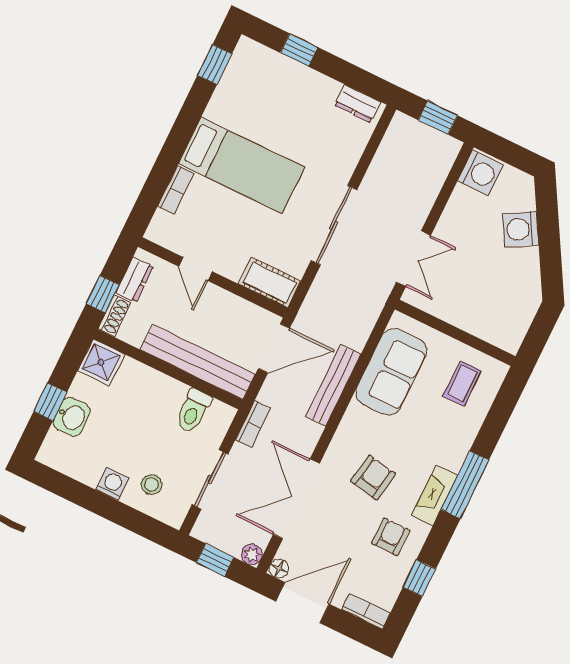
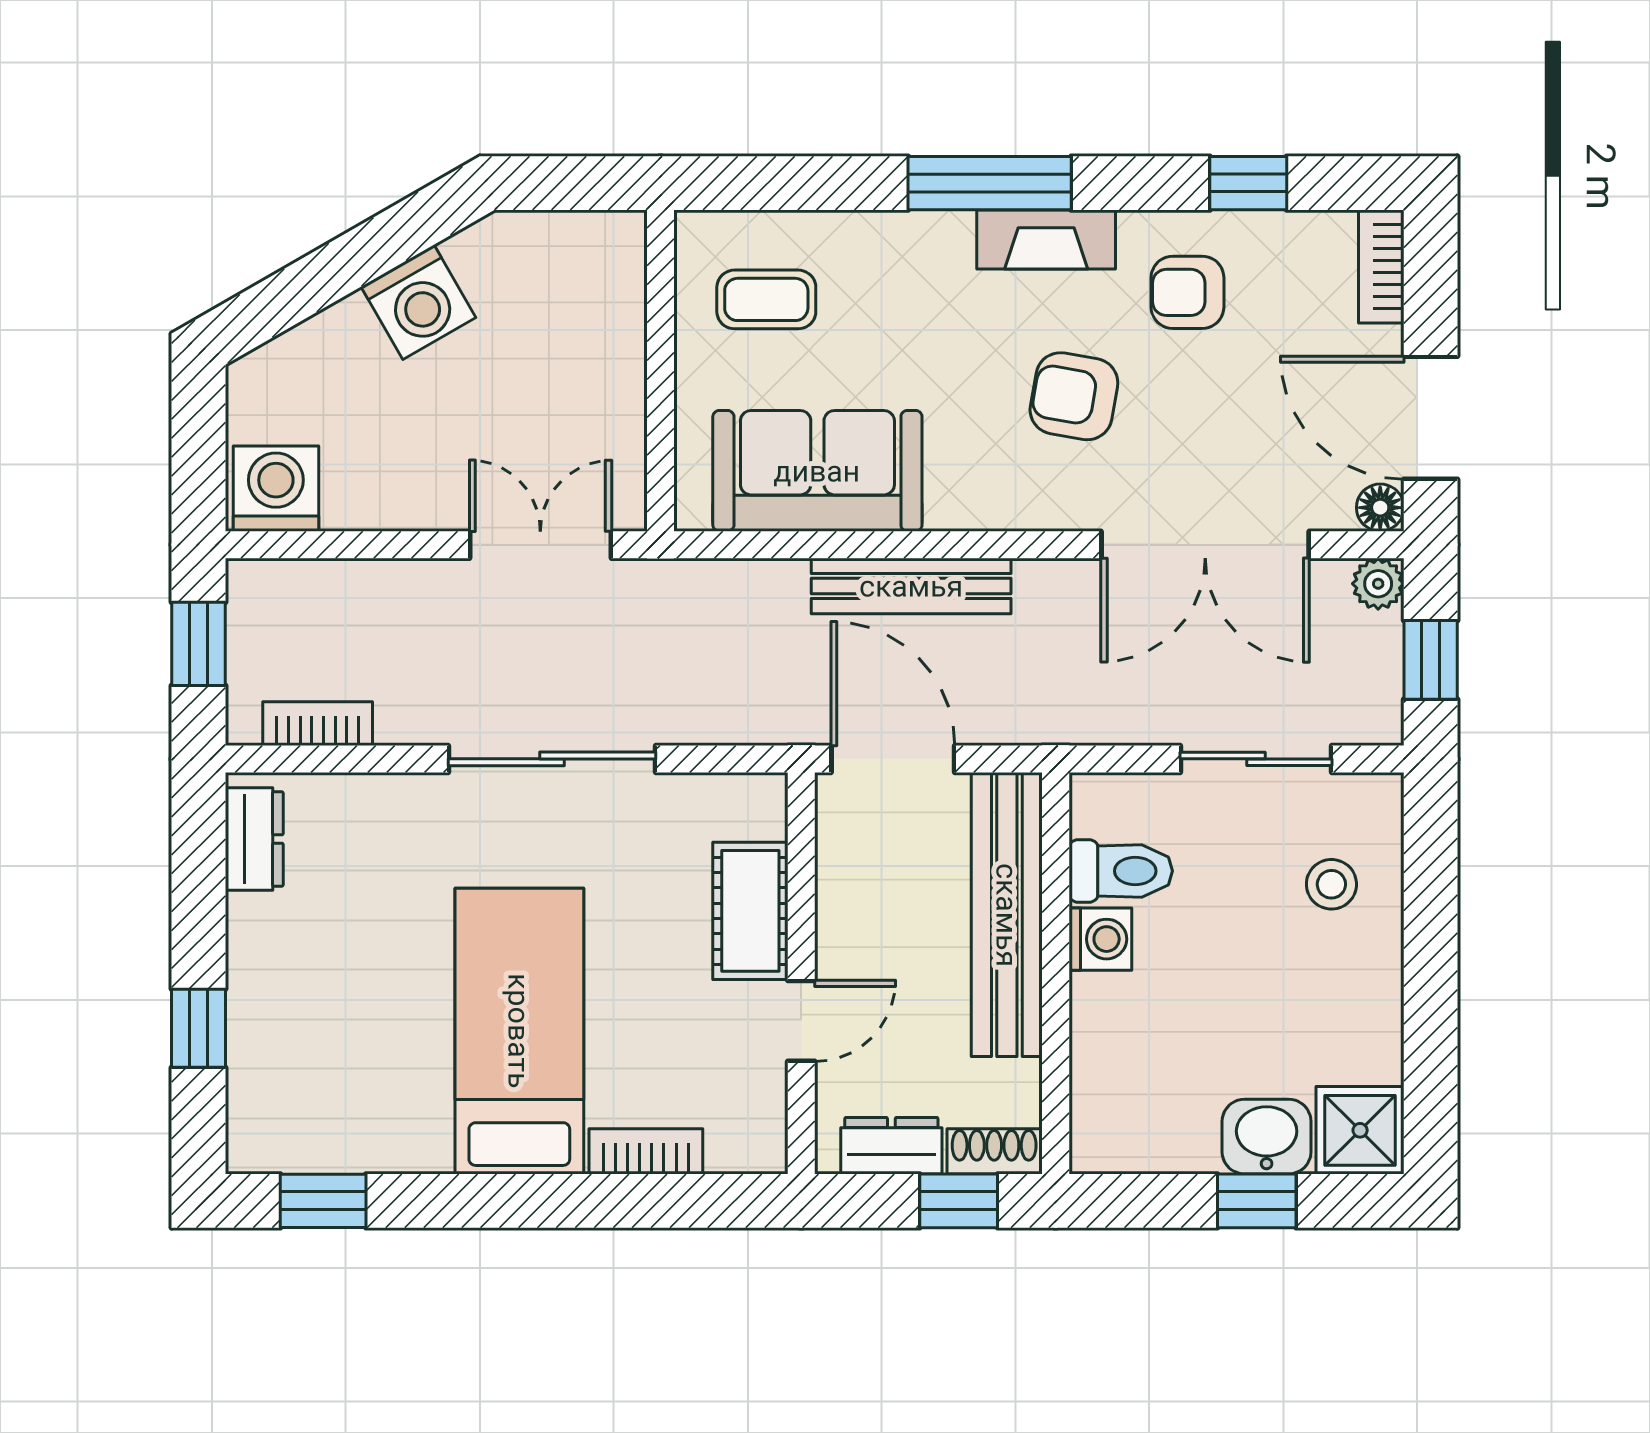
washing machine: (521, 229) -> (418, 302), moved
cot: (269, 282) -> (750, 911), moved
shower: (101, 362) -> (1360, 1130), moved
bookcase: (253, 424) -> (318, 724), moved
washing machine: (112, 484) -> (1100, 939), moved, turned 180

